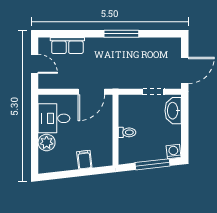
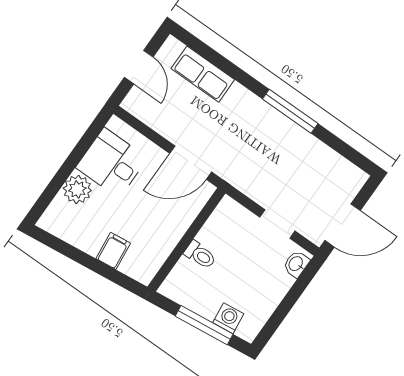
washbasin: (173, 111) -> (296, 264), width x0.52, depth x0.69
washing machine: (173, 152) -> (228, 318), moved

